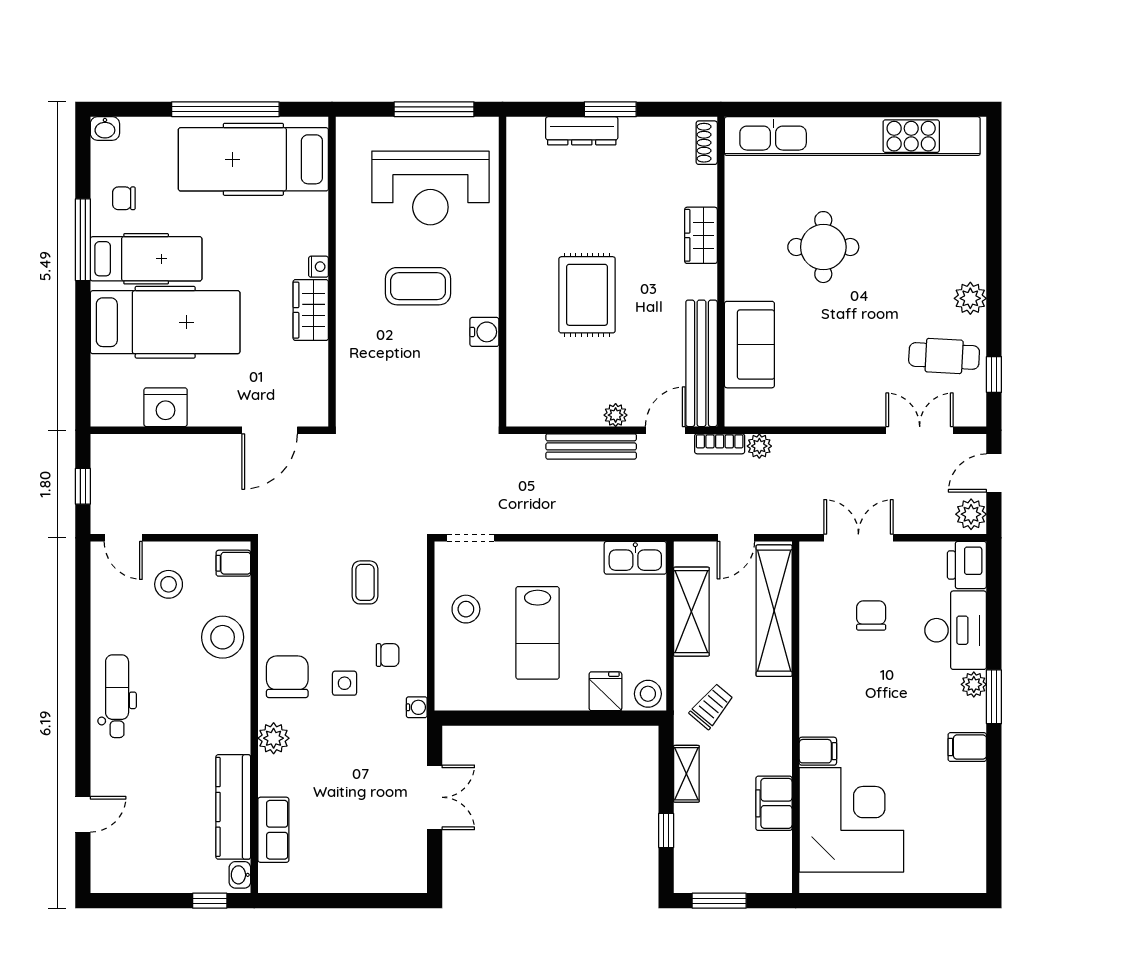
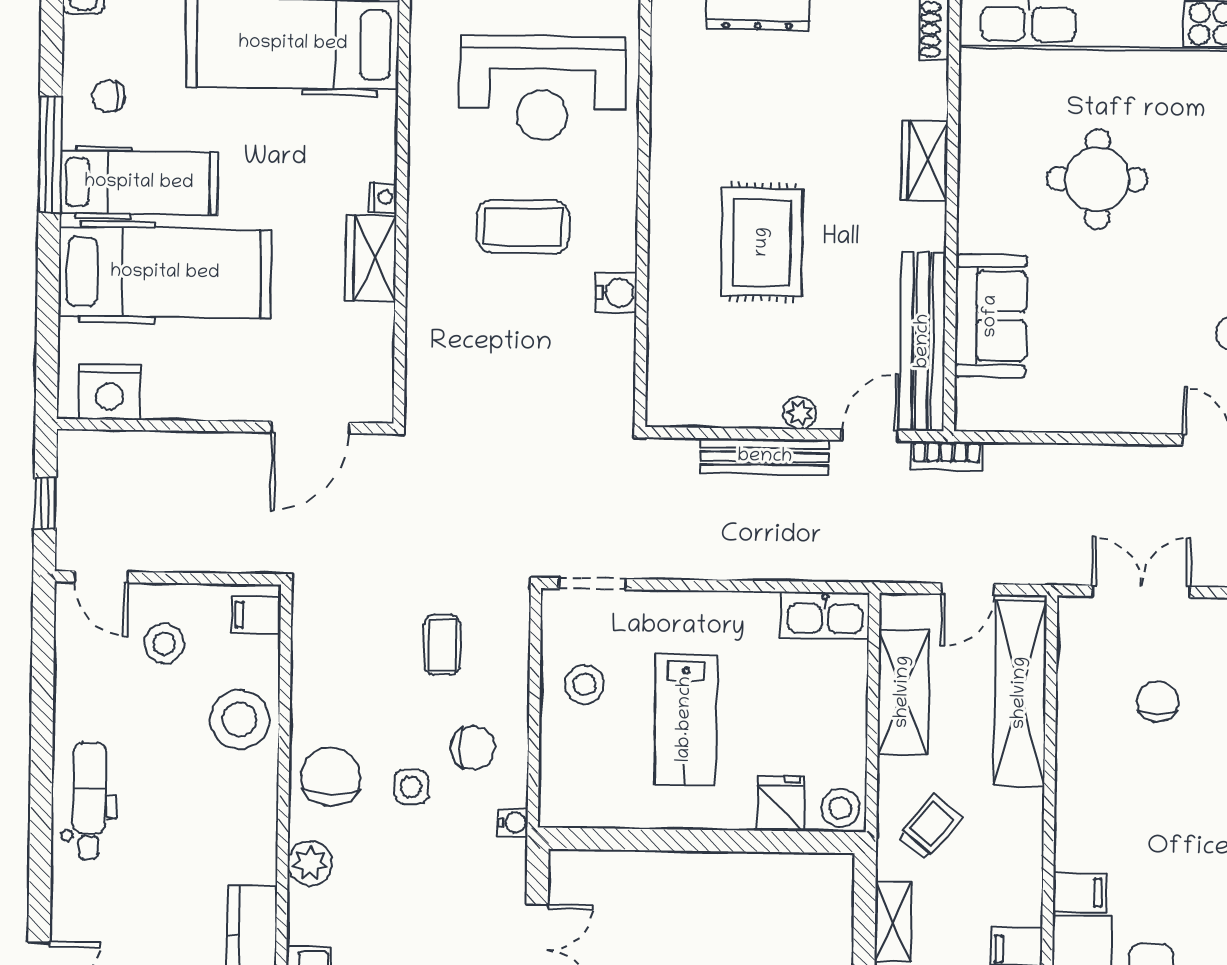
nightstand: (166, 407) -> (109, 392), moved
plant: (759, 446) -> (1003, 460), removed
chair: (388, 655) -> (473, 748), width x1.37, depth x1.37

